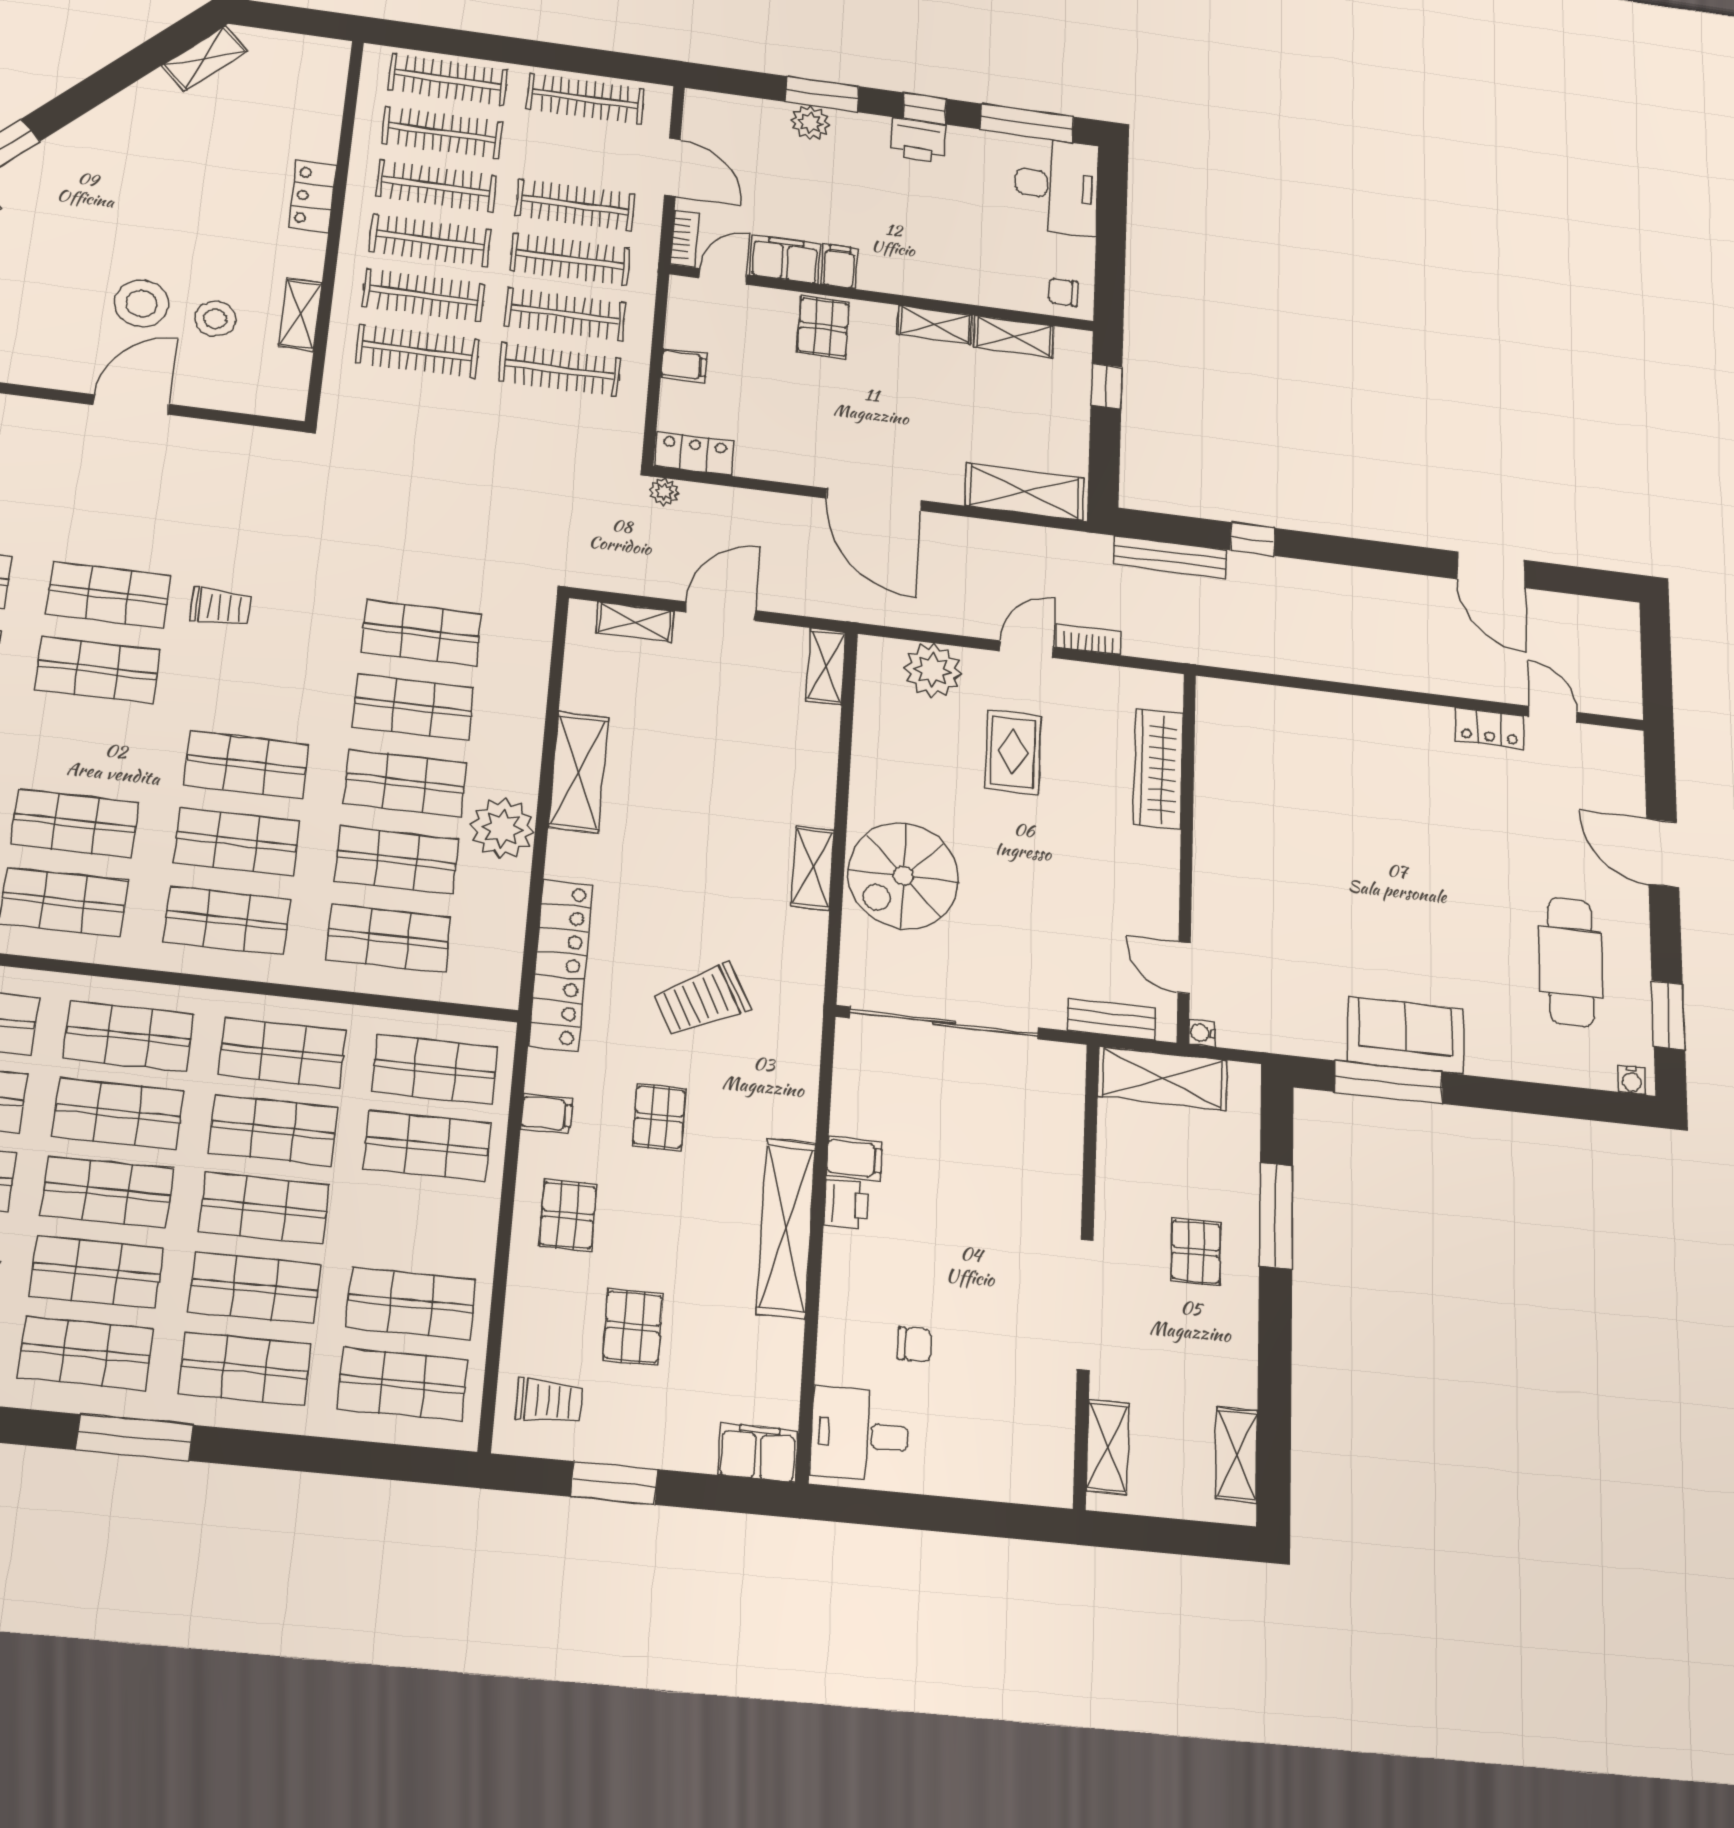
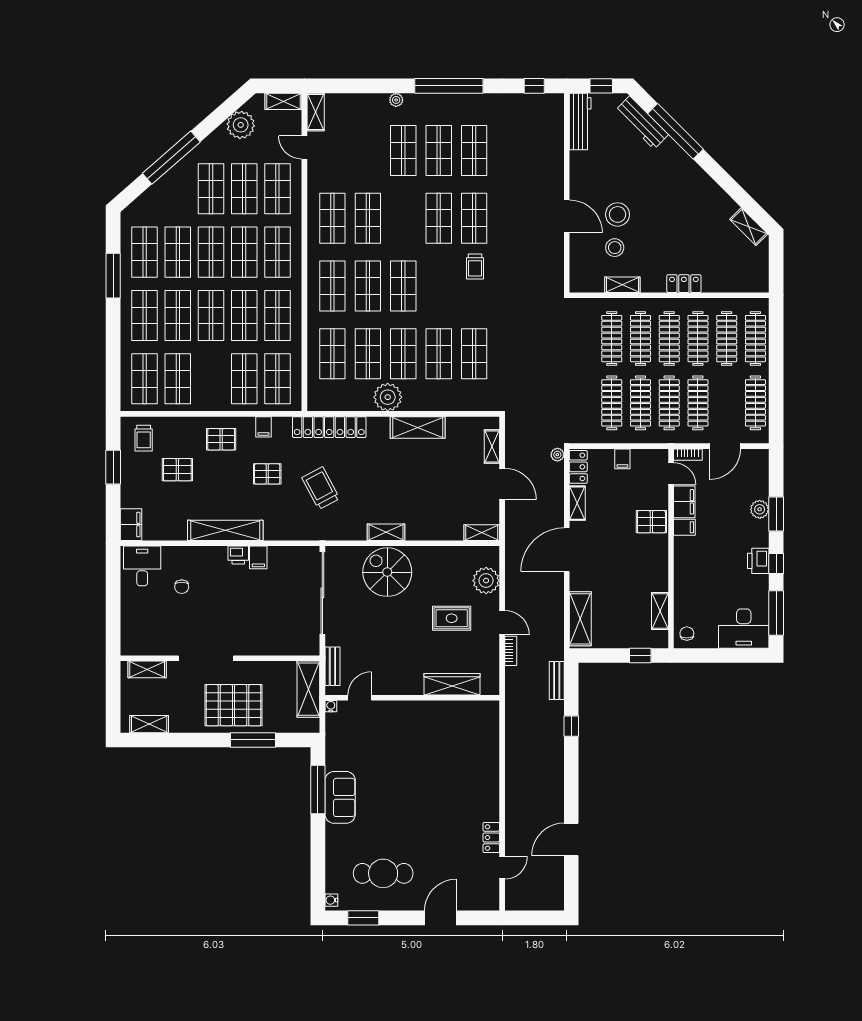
shelving: (935, 325) -> (577, 503), moved
bench: (1170, 557) -> (557, 681), width x0.73
pallet: (1196, 1252) -> (234, 705), width x2.05, depth x2.00

